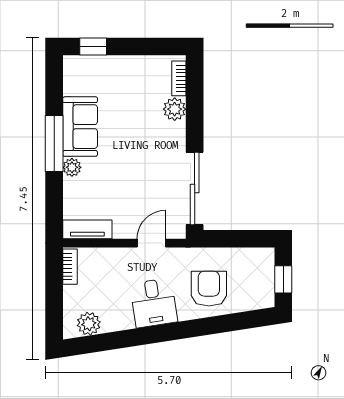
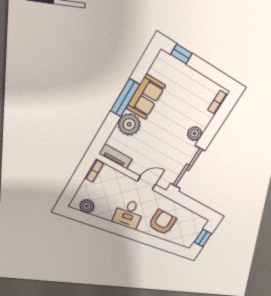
plant: (175, 109) -> (194, 134), moved
plant: (72, 167) -> (129, 124), width x1.87, depth x1.87

